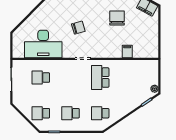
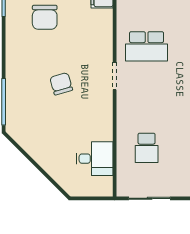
chair: (117, 18) -> (45, 17), turned -90
desk: (43, 44) -> (95, 159), width x0.53, depth x0.77

